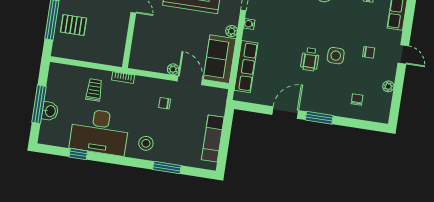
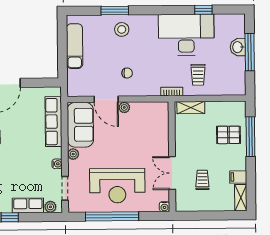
shelving: (107, 58) -> (191, 108), added
stool: (146, 143) -> (122, 29), moved

